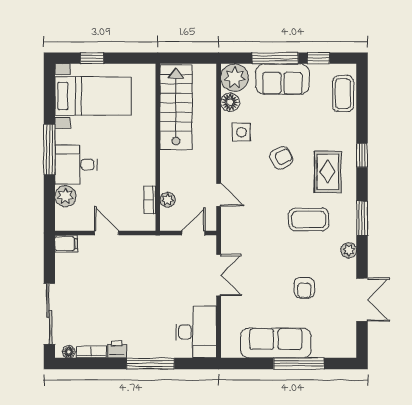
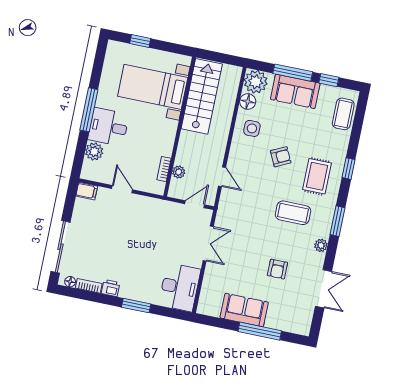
bed with nightstands: (93, 96) -> (153, 87), moved, turned 180
sofa: (276, 343) -> (244, 310), width x0.73
window: (150, 364) -> (136, 306), width x0.69

